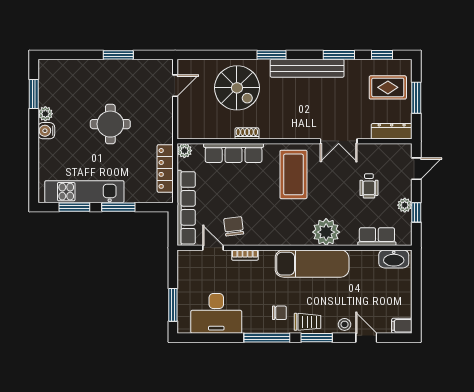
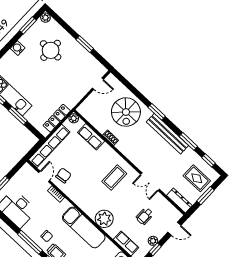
plant: (45, 114) -> (45, 18), moved
round table: (110, 124) -> (51, 50), moved
row of seats: (234, 153) -> (91, 137), width x0.68
coffee table: (293, 174) -> (114, 177), width x0.73, depth x0.76

